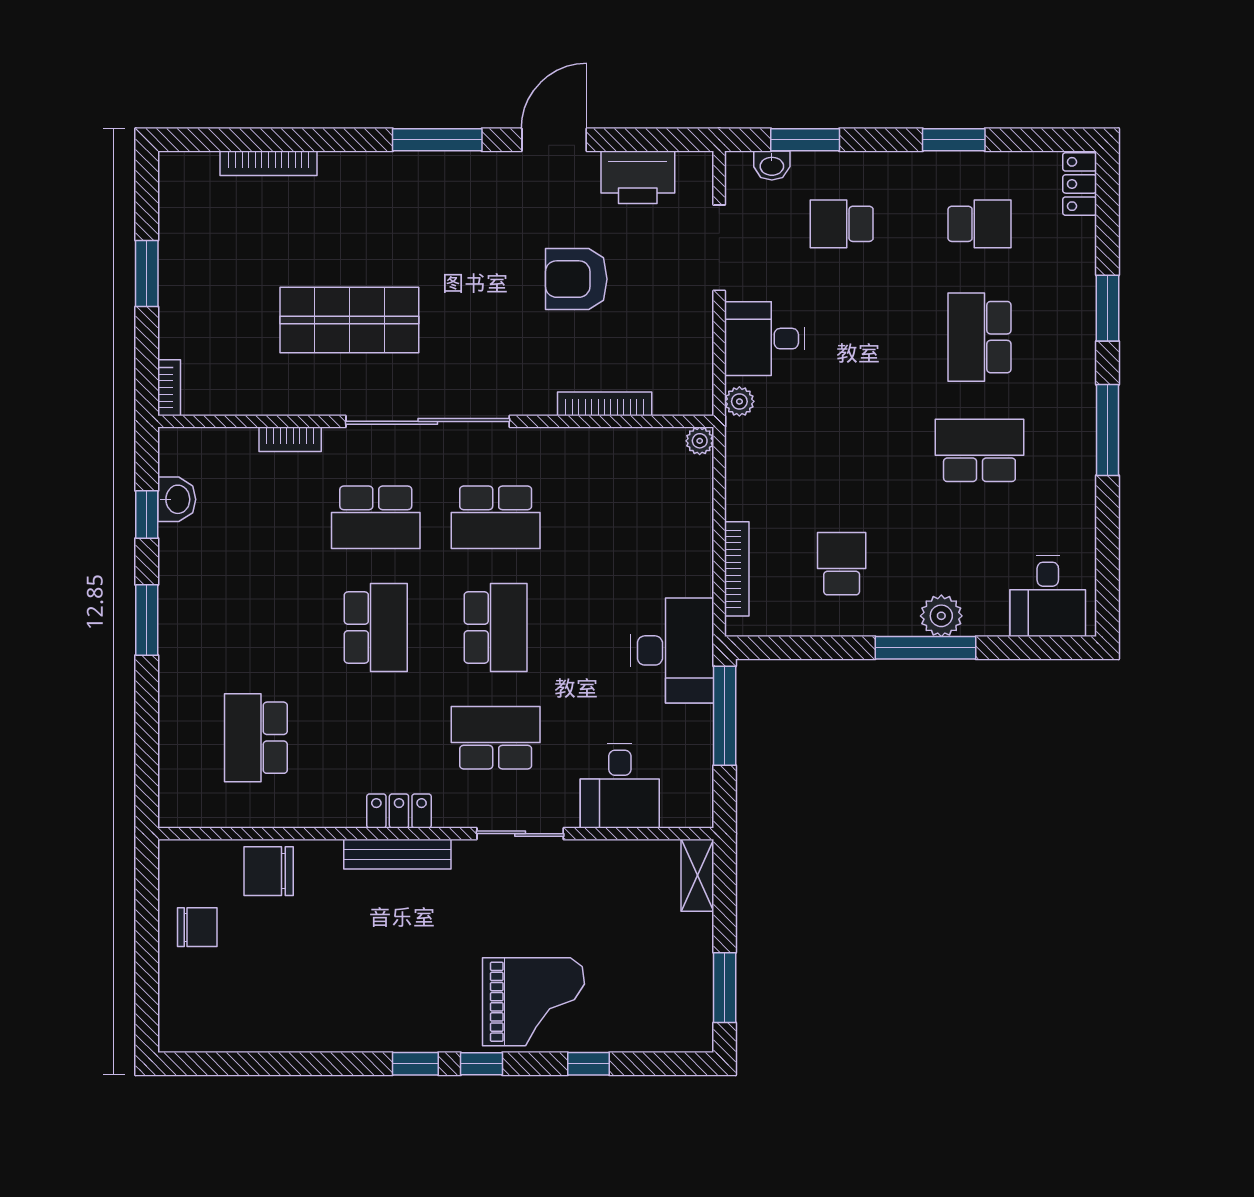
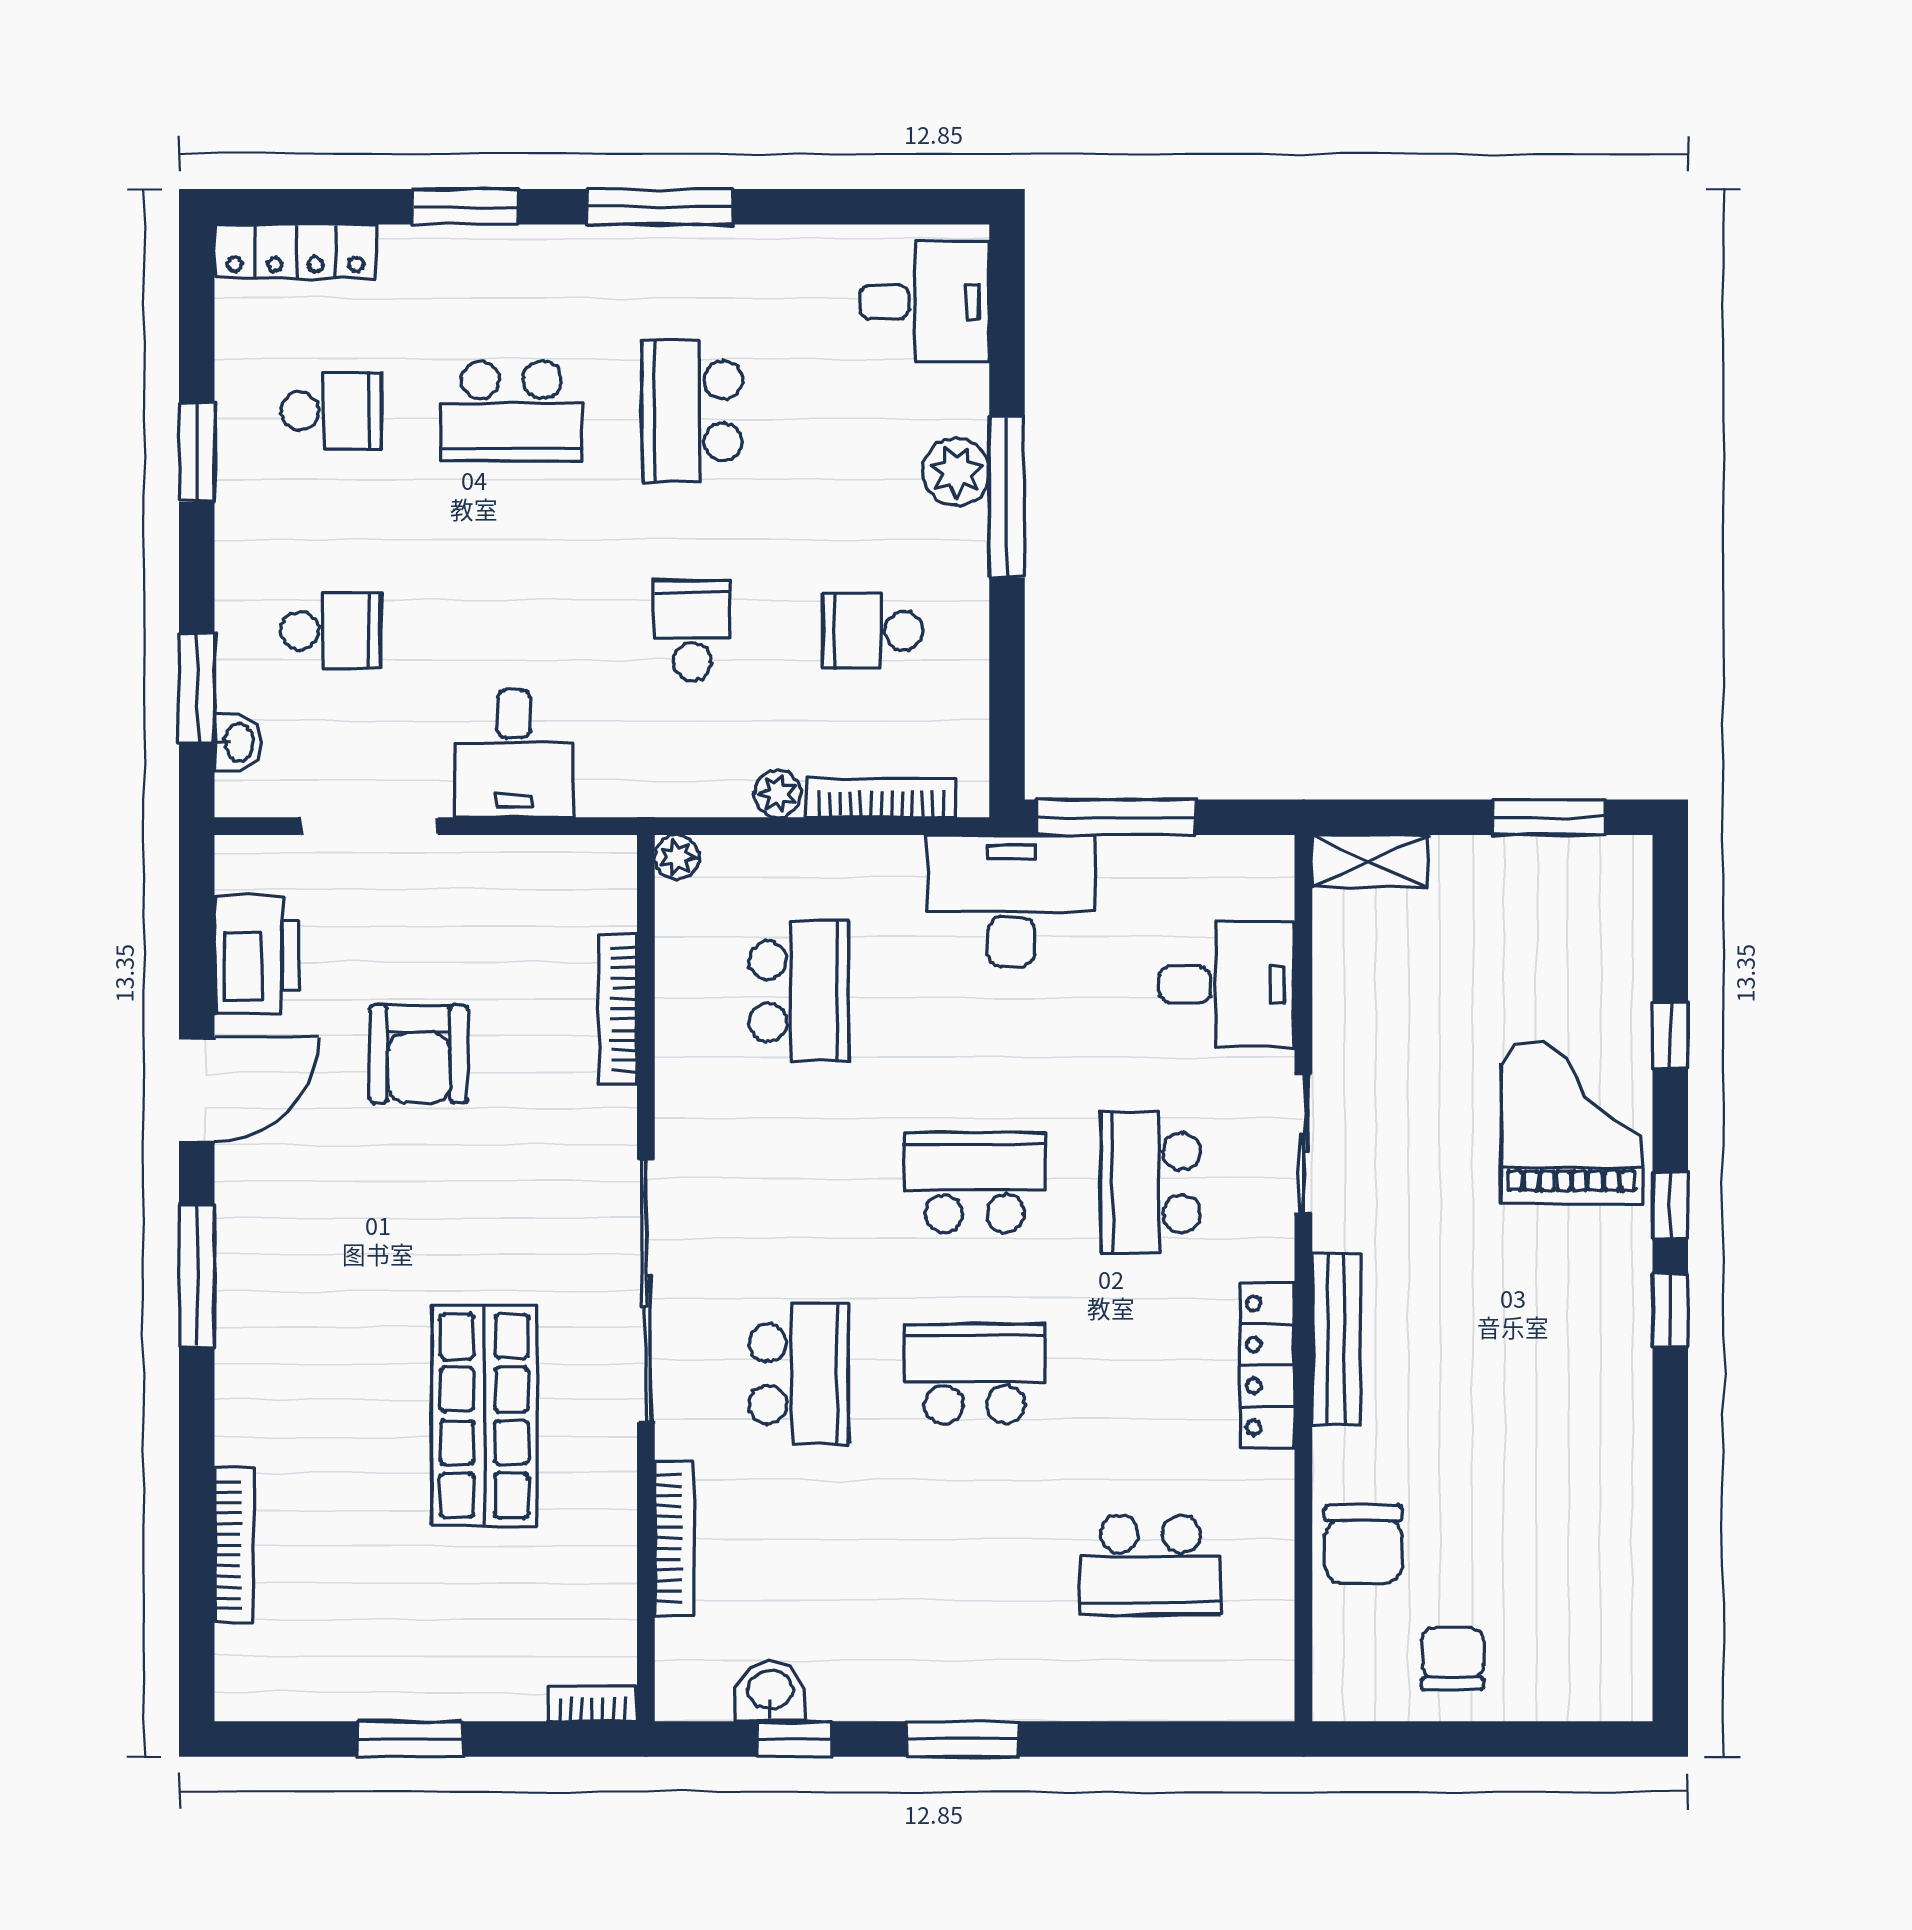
door: (554, 140) -> (197, 1089), swing flipped
locker: (1080, 184) -> (295, 251), width x1.53
school desk: (842, 224) -> (331, 631), turned -90
school desk: (979, 224) -> (331, 411), turned 90
plant: (739, 401) -> (778, 794), moved
bookcase: (290, 439) -> (674, 1538), width x1.56
school desk: (842, 450) -> (692, 631), added
school desk: (496, 517) -> (799, 991), moved
locker: (399, 811) -> (1267, 1365), width x1.53

